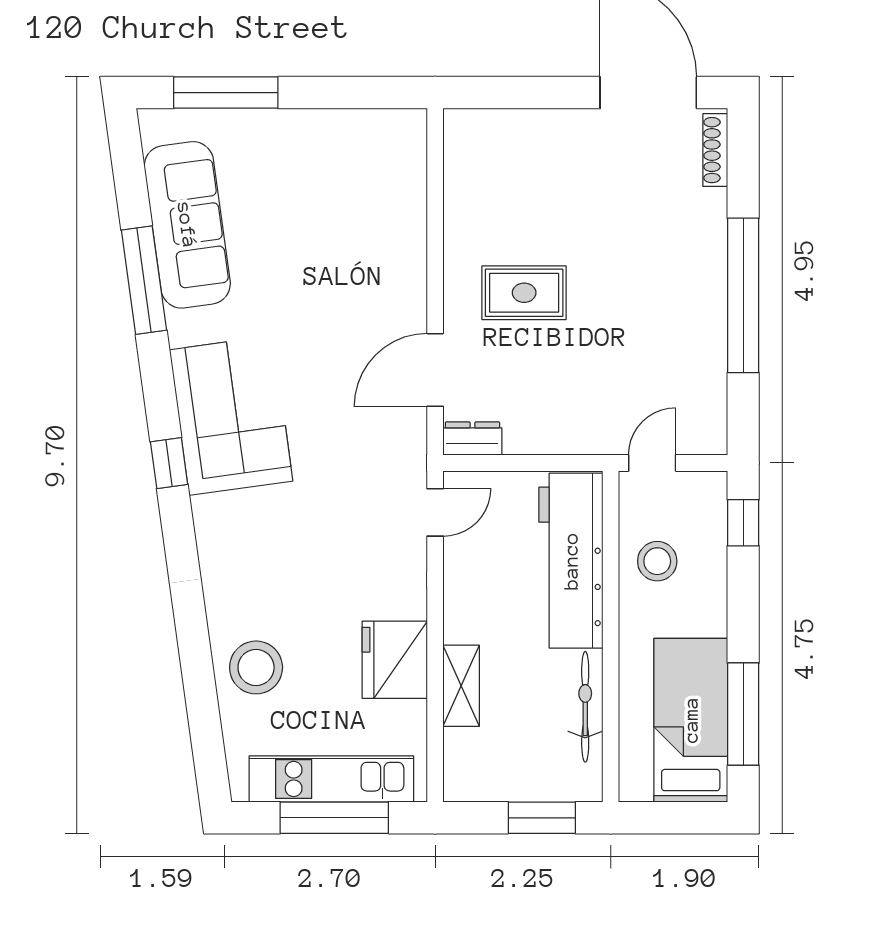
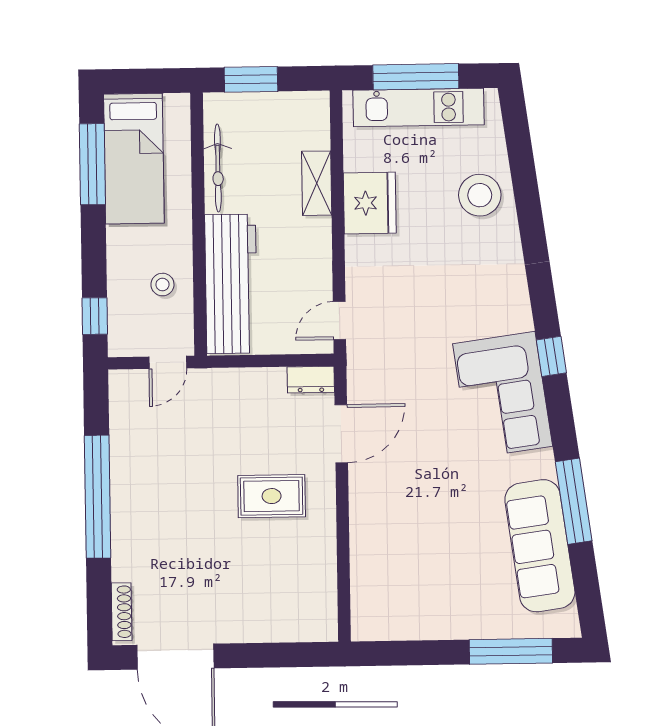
stool: (657, 561) -> (162, 285), width x0.73, depth x0.73

